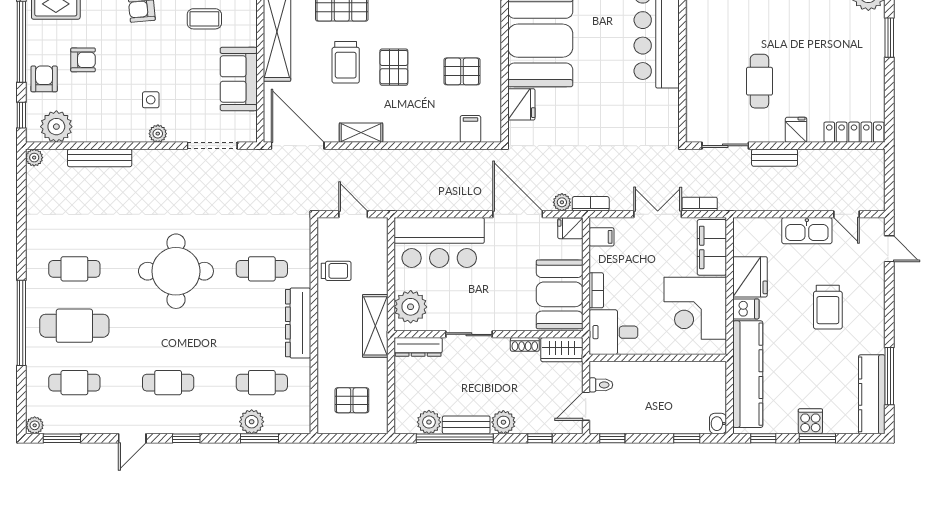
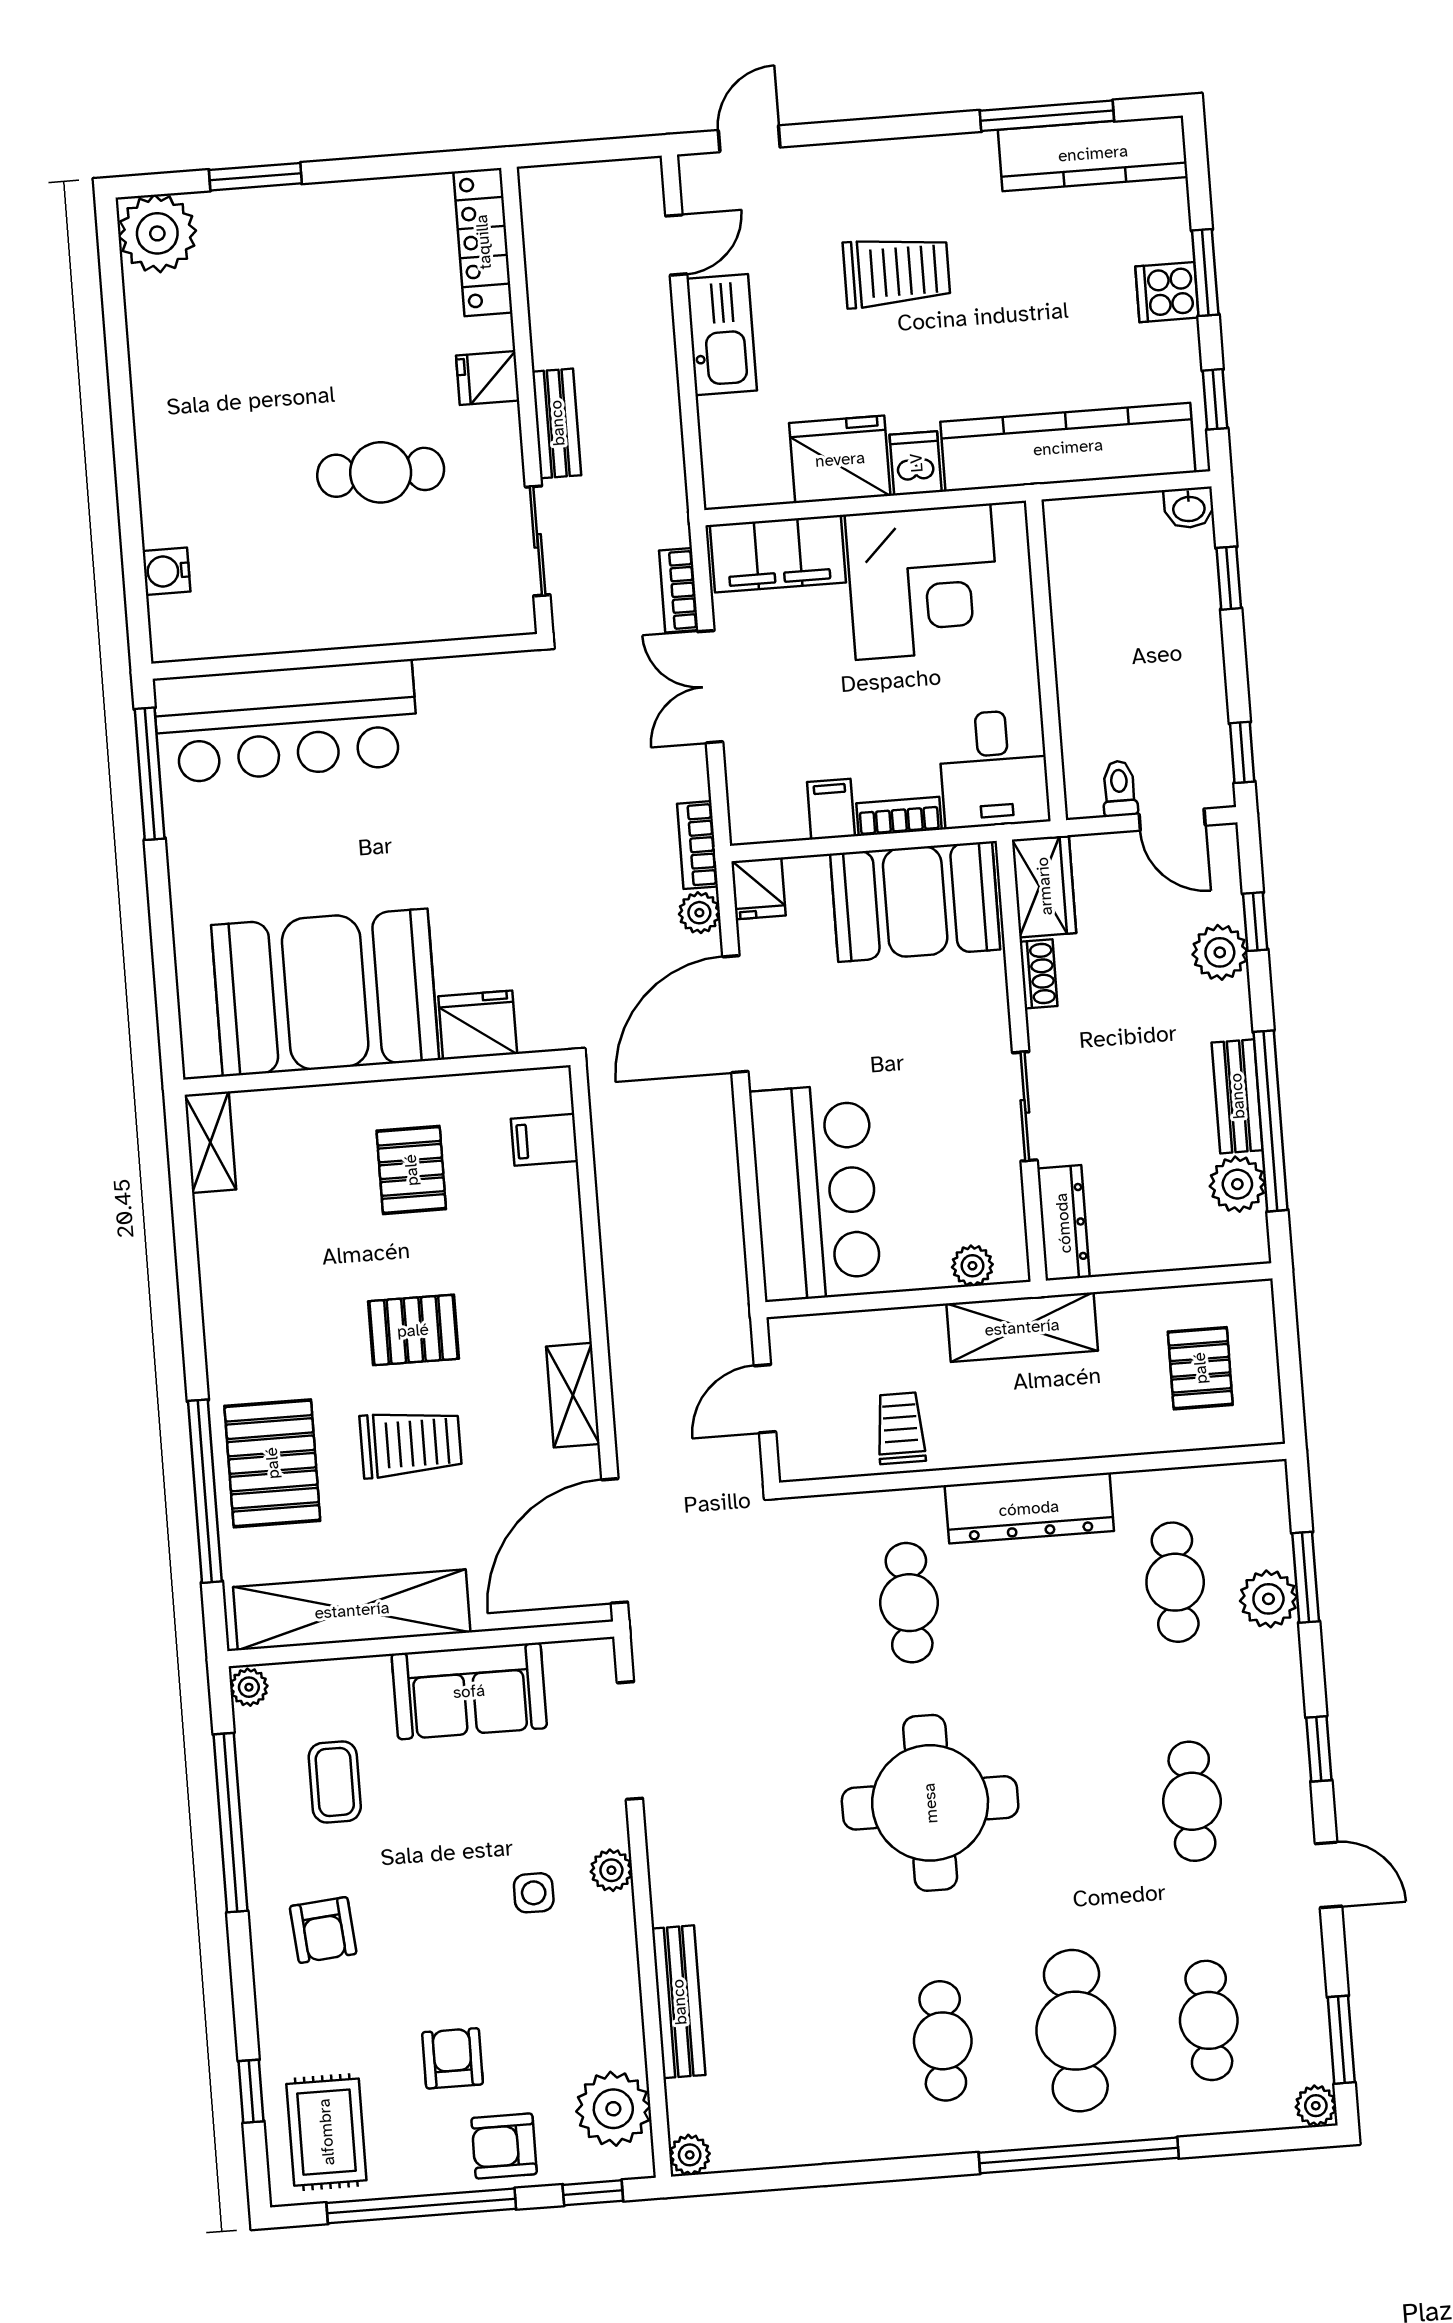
filing cabinet: (602, 237) -> (831, 809), moved
plant: (411, 307) -> (972, 1266), width x0.53, depth x0.53
plant: (503, 422) -> (1220, 952), moved

